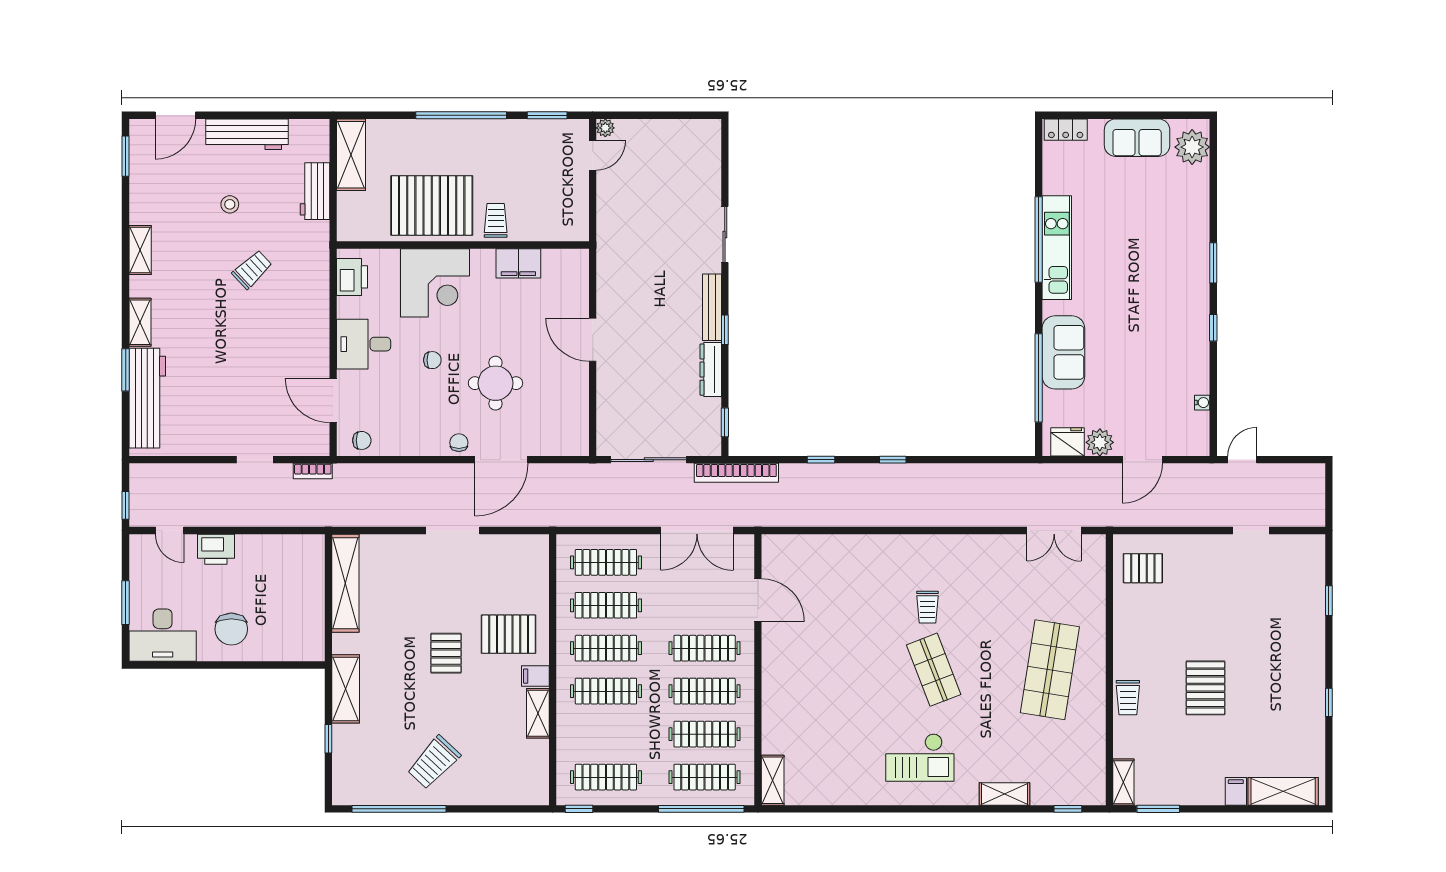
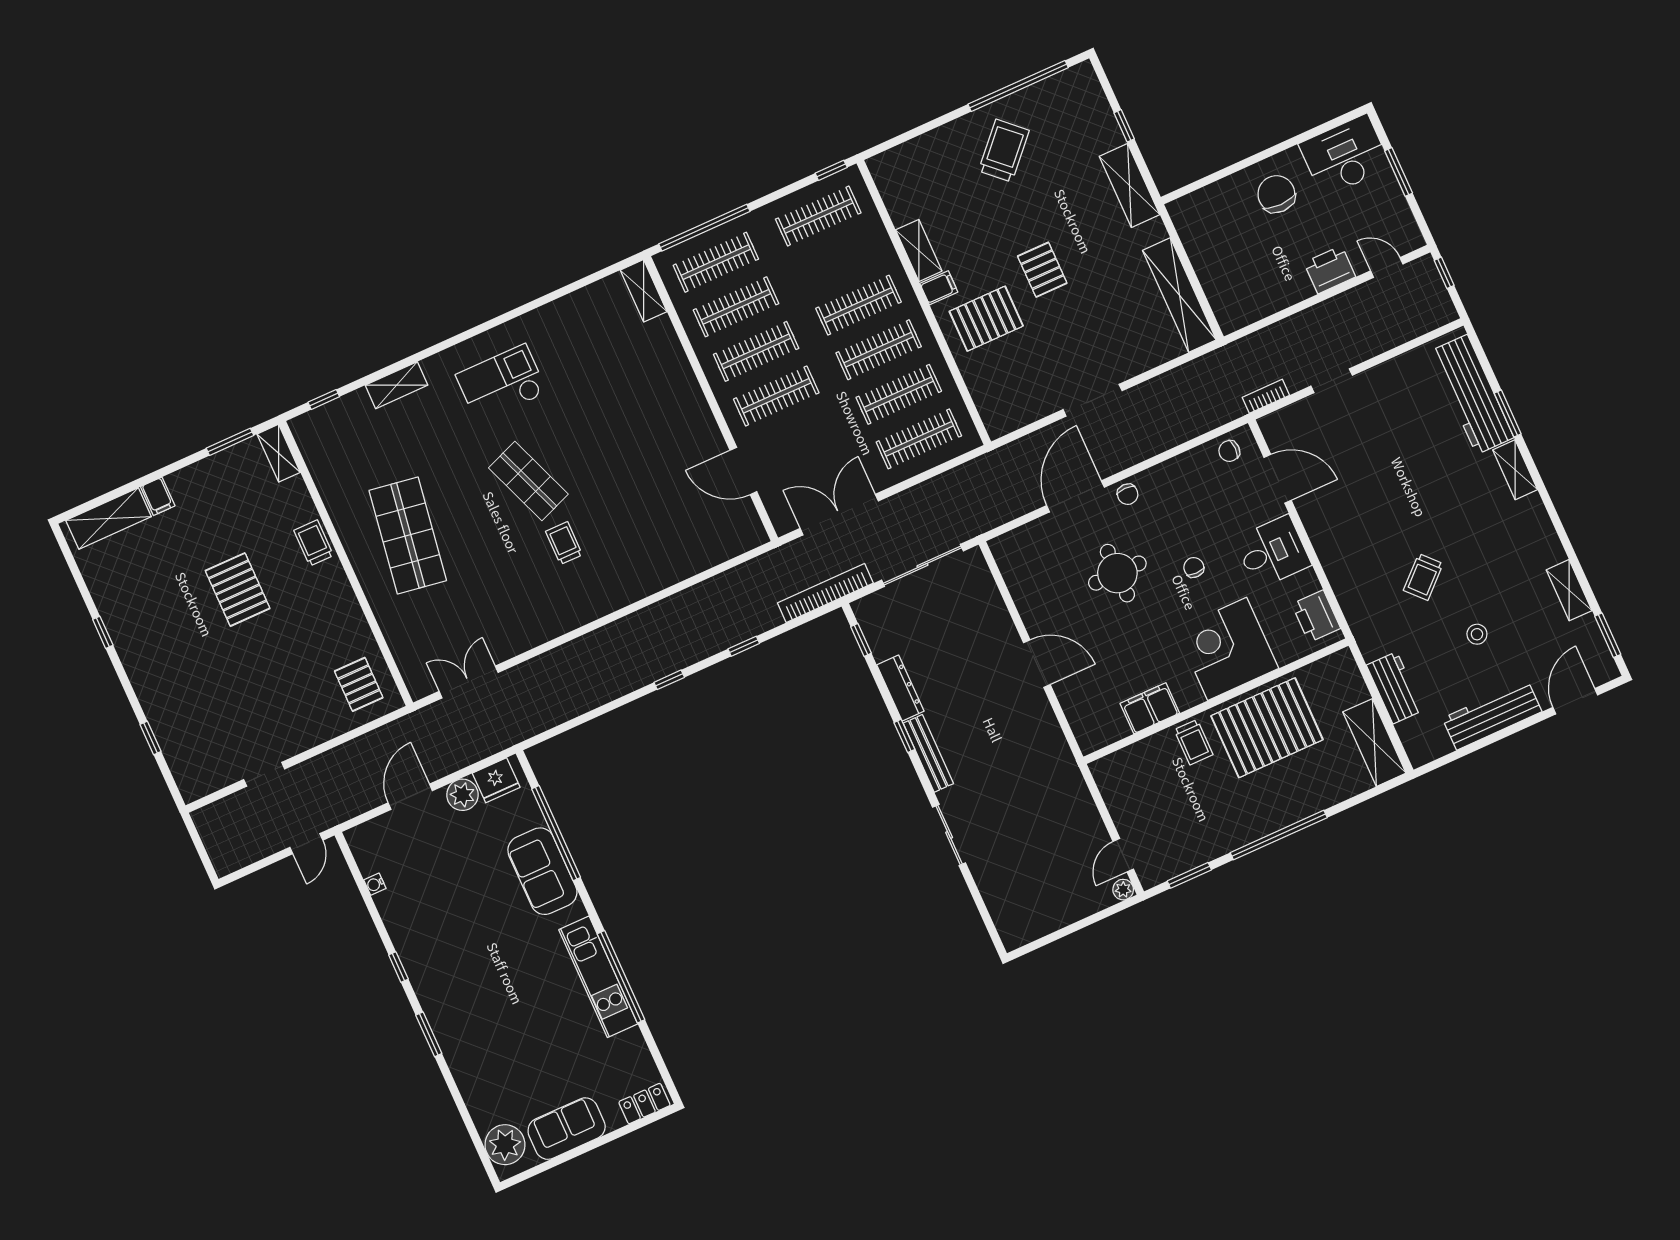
shelving: (140, 250) -> (1569, 590), moved
chair: (432, 360) -> (1194, 567), turned 90
pallet: (1143, 568) -> (359, 684), turned 90

